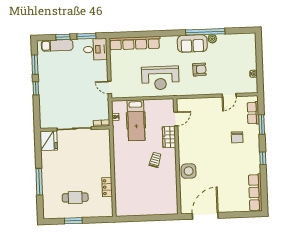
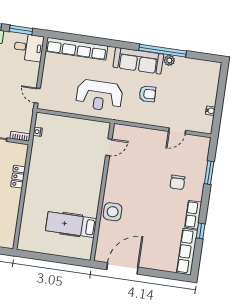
sofa: (192, 44) -> (138, 61), width x1.36
row of seats: (253, 113) -> (193, 215), moved
hospital bed: (136, 120) -> (71, 225), moved, turned 90
wardrobe: (169, 137) -> (97, 167), removed
window: (263, 158) -> (201, 231), moved
trolley: (155, 160) -> (76, 191), removed
locker: (107, 187) -> (18, 177), moved

